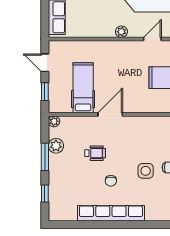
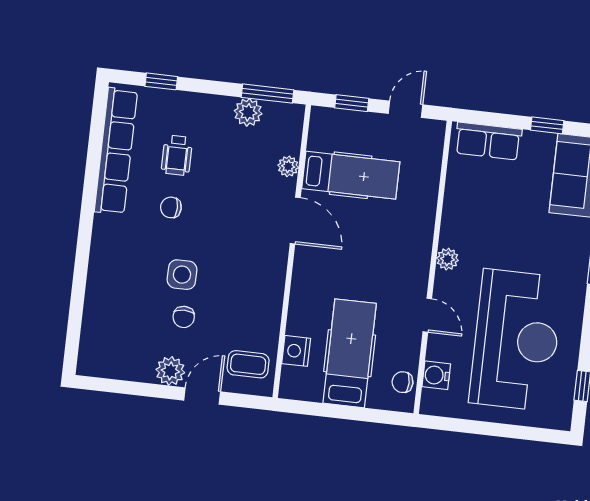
plant: (54, 121) -> (288, 166), moved
wheelchair: (95, 153) -> (177, 155), moved
window: (45, 157) -> (268, 94), moved
row of seats: (111, 213) -> (116, 151), moved

